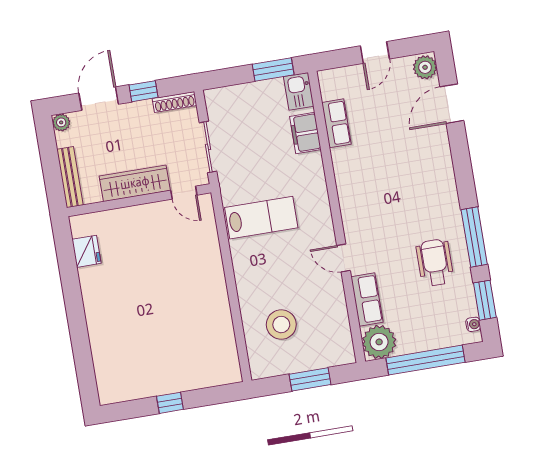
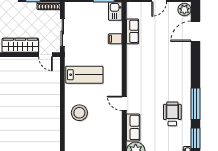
filing cabinet: (305, 133) -> (115, 39), width x0.50
stool: (281, 325) -> (79, 113), moved

